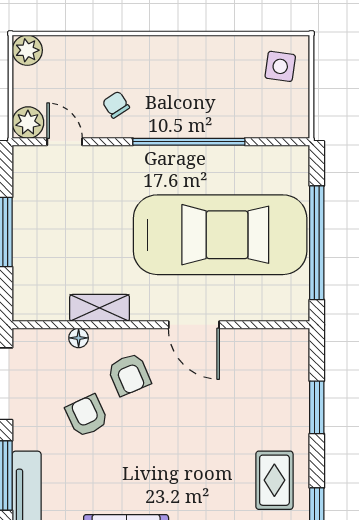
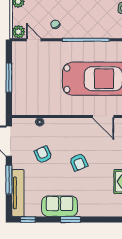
shelving: (100, 308) -> (48, 109), removed
door: (194, 325) -> (103, 116), moved
armchair: (129, 374) -> (79, 162), moved

